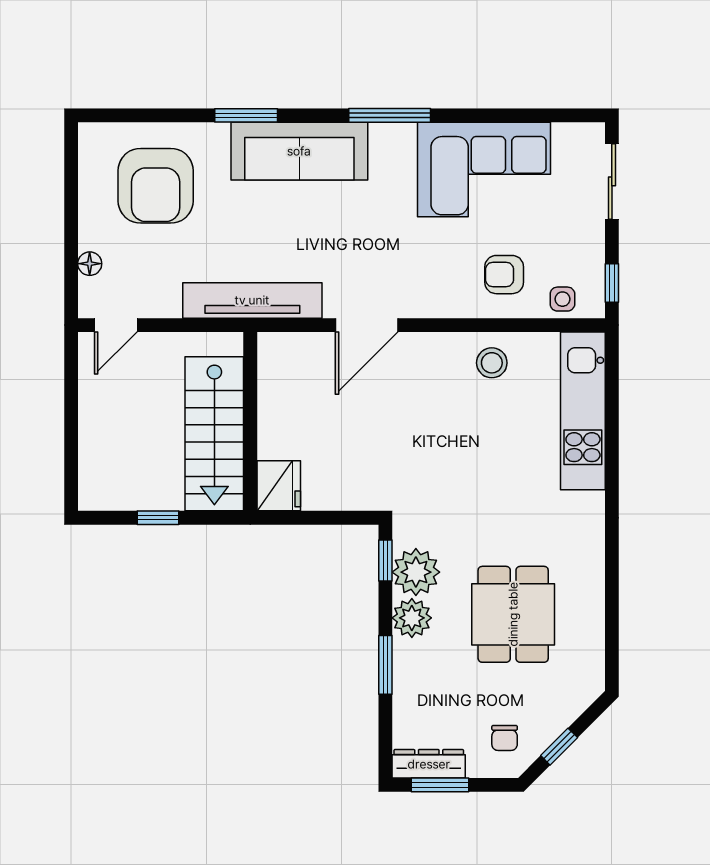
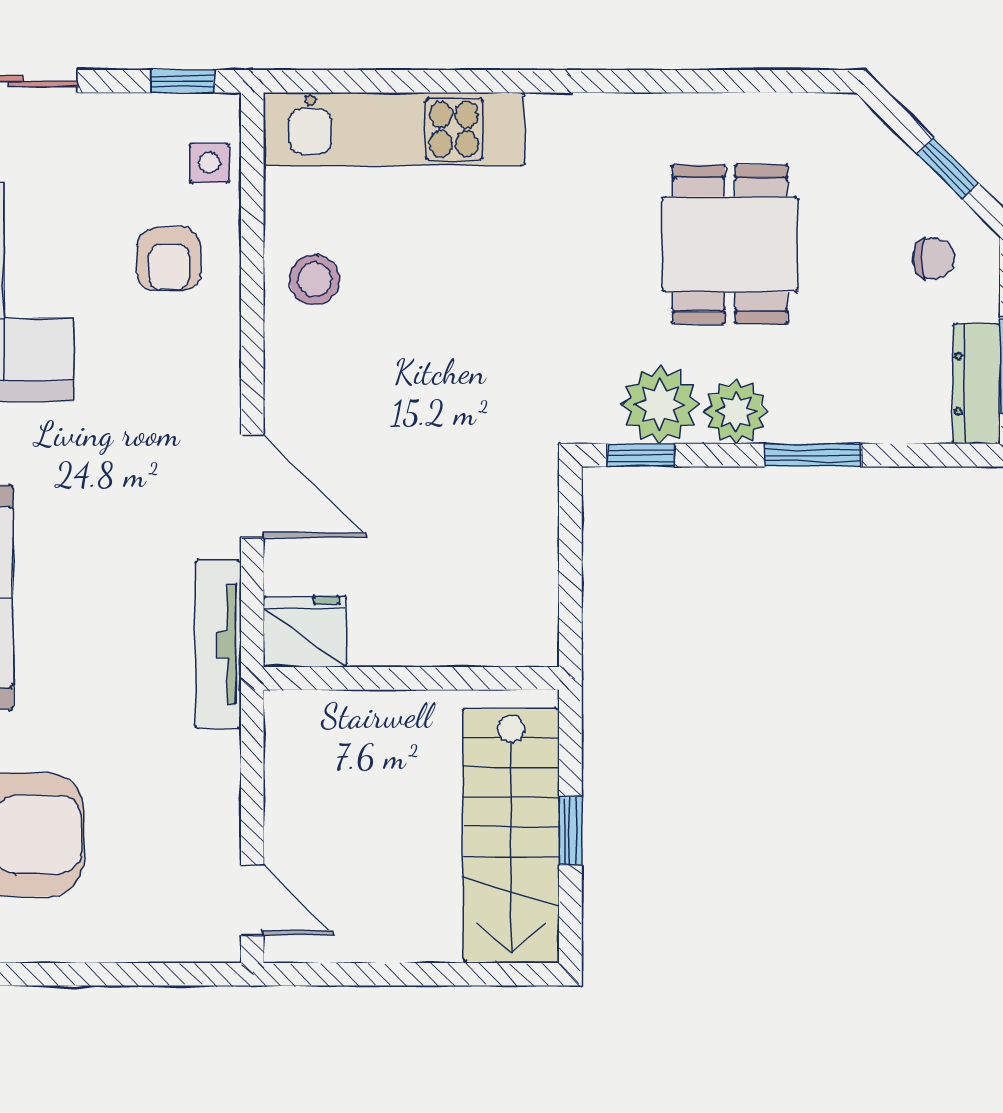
floor lamp: (90, 264) -> (151, 943), removed
tv unit: (252, 300) -> (218, 644), width x0.73, depth x0.78
stairs: (214, 434) -> (511, 836), moved, turned 90
fridge: (279, 486) -> (305, 632), moved
dining table: (513, 614) -> (730, 244), turned 90

